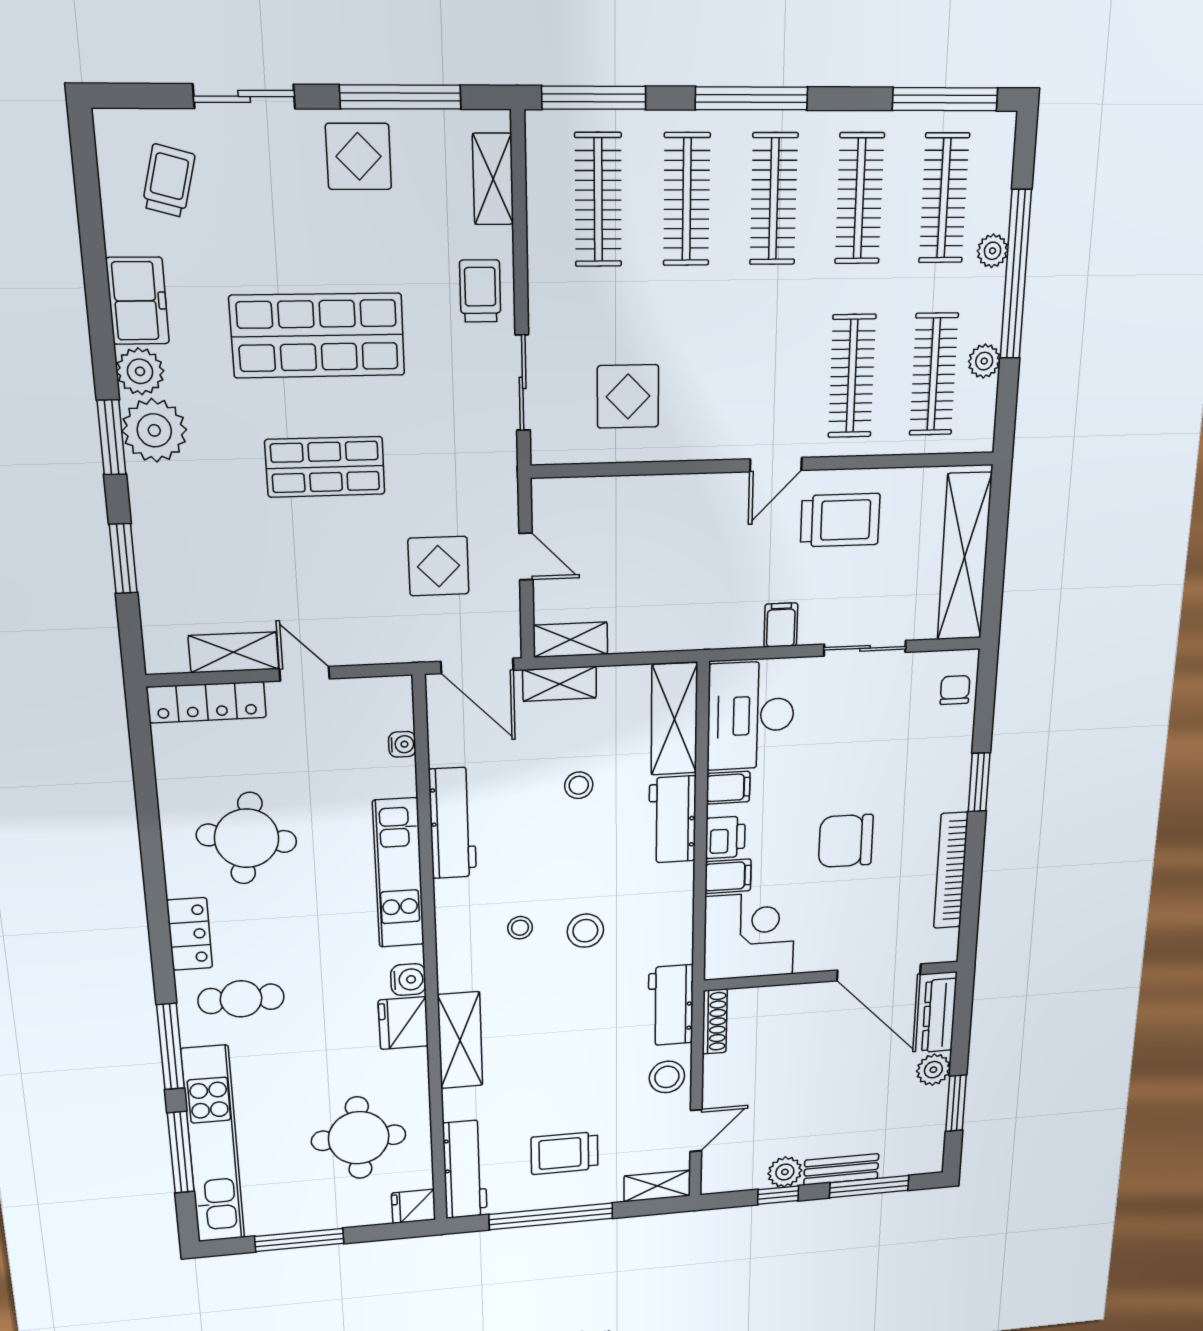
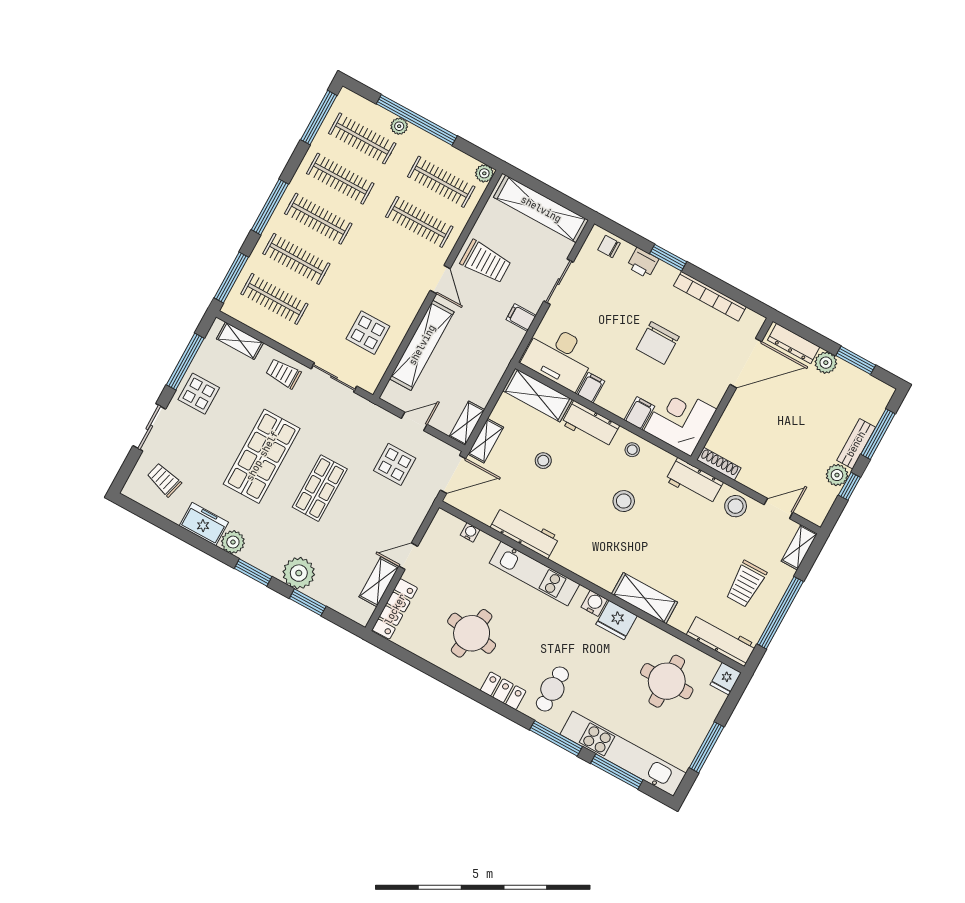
plant: (984, 361) -> (484, 173), moved
plant: (154, 430) -> (299, 573), moved
shelving: (655, 497) -> (422, 345), added
trolley: (840, 520) -> (486, 262), turned 90
printer: (725, 837) -> (643, 263), moved, turned 180
stool: (520, 928) -> (632, 450), moved
door: (696, 1131) -> (779, 509), hinge flipped

